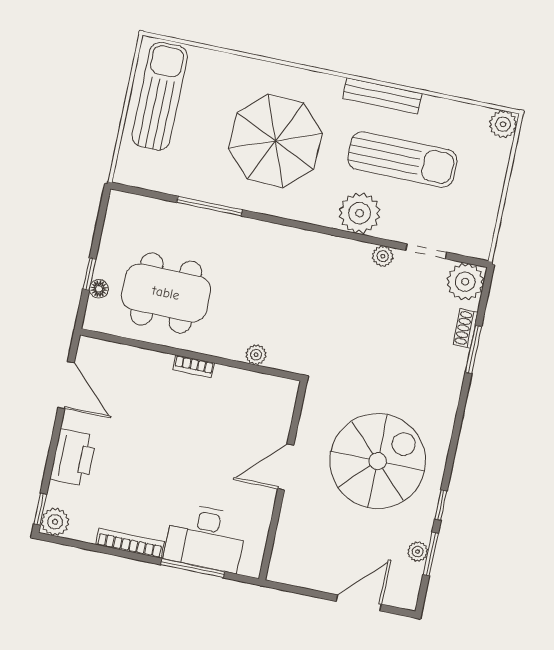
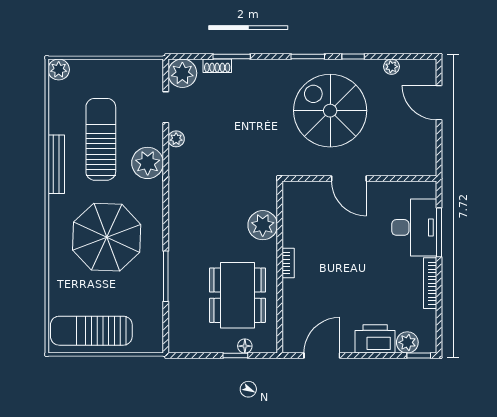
plant: (256, 355) -> (263, 225), width x1.87, depth x1.87
plant: (55, 522) -> (407, 342), moved
window: (431, 554) -> (308, 57), moved

